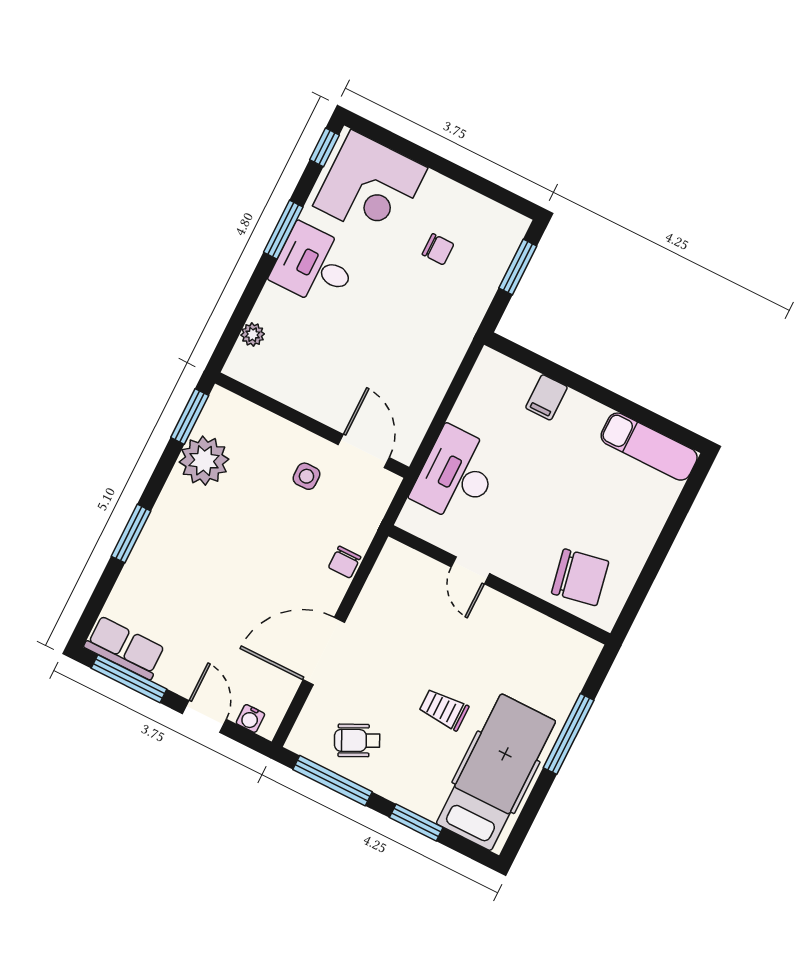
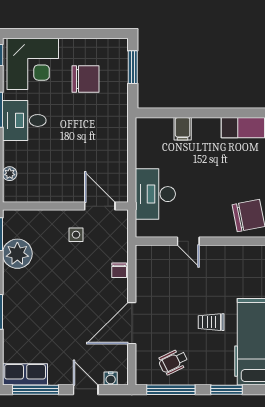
chair: (438, 249) -> (85, 79), width x1.87, depth x1.87

